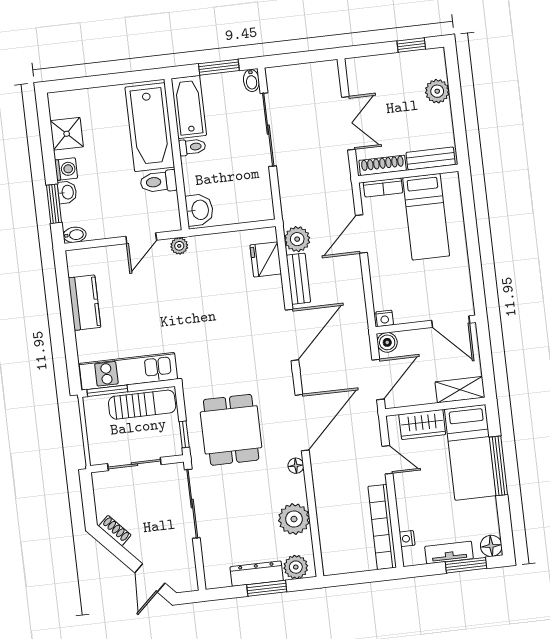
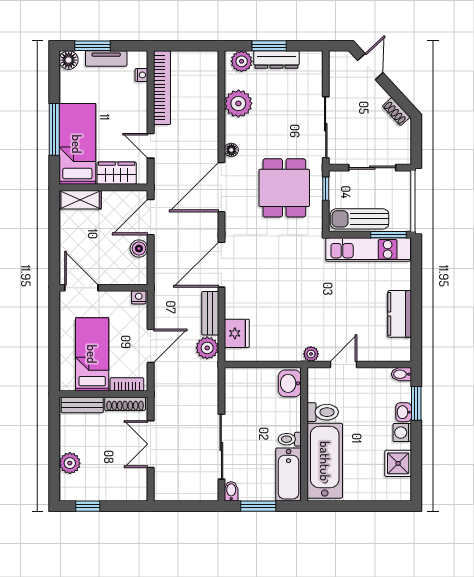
nightstand: (385, 318) -> (139, 297), moved
door: (451, 322) -> (81, 288), moved
wall: (426, 325) -> (103, 288), moved

